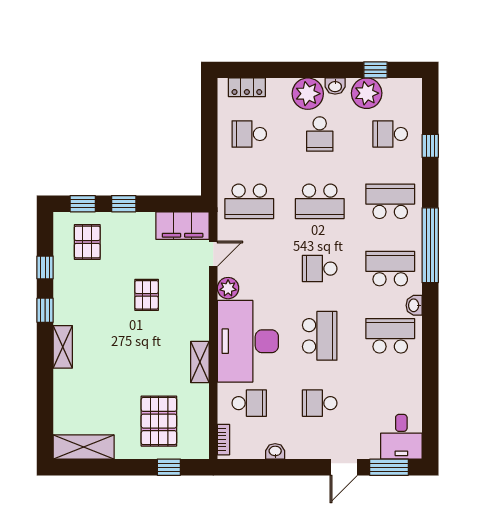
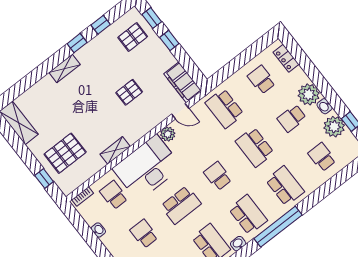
window: (430, 146) -> (332, 184), removed
school desk: (249, 403) -> (114, 195), turned 180

